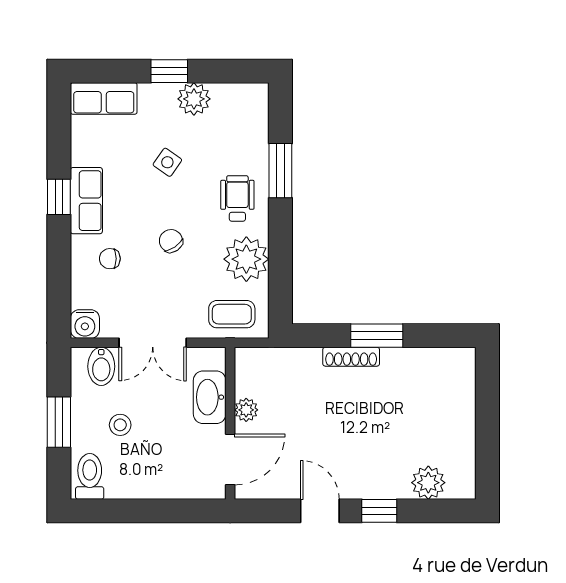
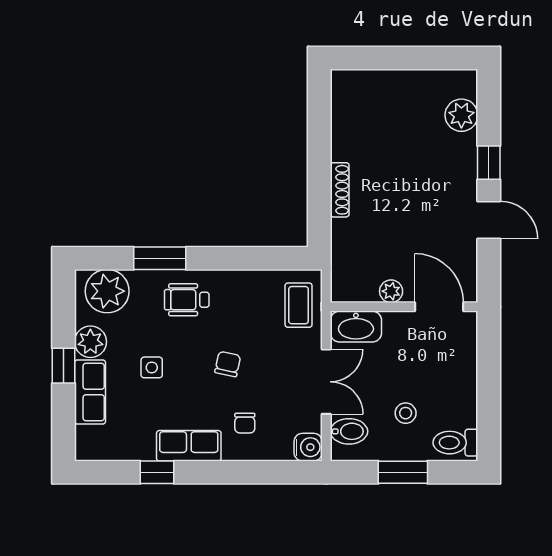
row of seats: (104, 98) -> (90, 392), moved
side table: (167, 162) -> (152, 367), turned -35
window: (59, 197) -> (157, 472), moved
chair: (171, 241) -> (228, 364), turned 136
plant: (246, 259) -> (107, 291), moved
window: (377, 336) -> (319, 165), removed
washbasin: (210, 397) -> (356, 327), moved
door: (320, 511) -> (489, 220), swing flipped

